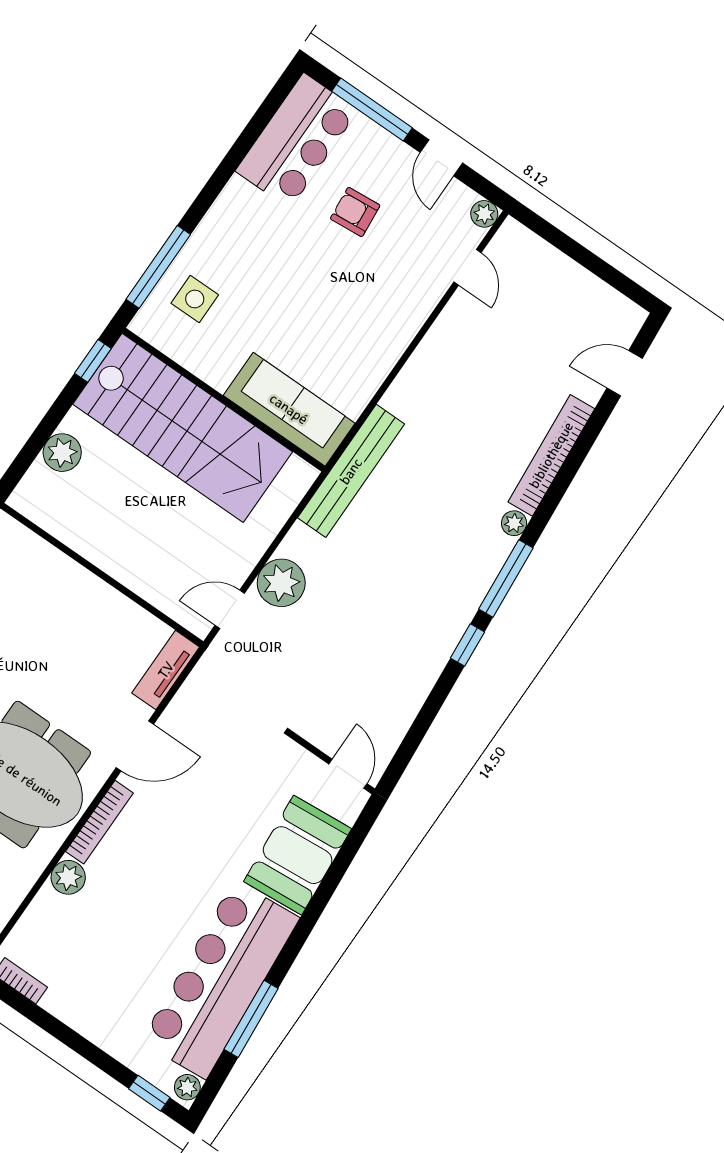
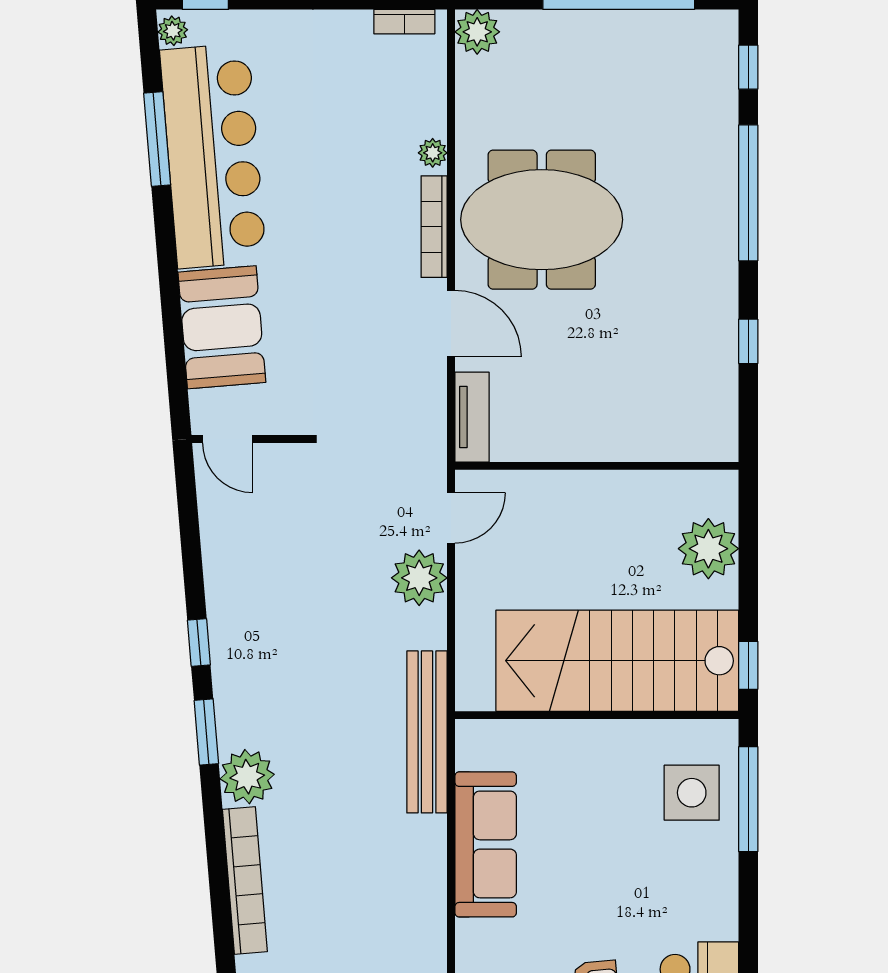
side table: (195, 299) -> (692, 793), width x1.37, depth x1.37
sofa: (289, 409) -> (486, 844), moved, turned -90
plant: (62, 453) -> (708, 549), width x1.36, depth x1.36
plant: (514, 523) -> (247, 777), width x1.88, depth x1.88
window: (506, 578) -> (206, 732), width x0.69
door: (135, 746) -> (451, 324), swing flipped
plant: (68, 877) -> (433, 153), width x0.73, depth x0.73

